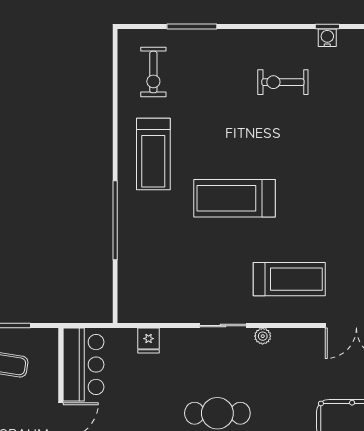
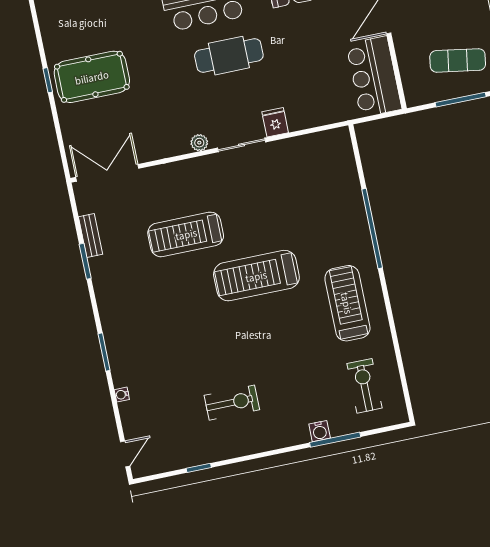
water cooler: (327, 38) -> (320, 431), moved
treadmill: (234, 198) -> (256, 276), turned 180
treadmill: (289, 279) -> (186, 234), moved
fridge: (149, 341) -> (275, 122), moved

